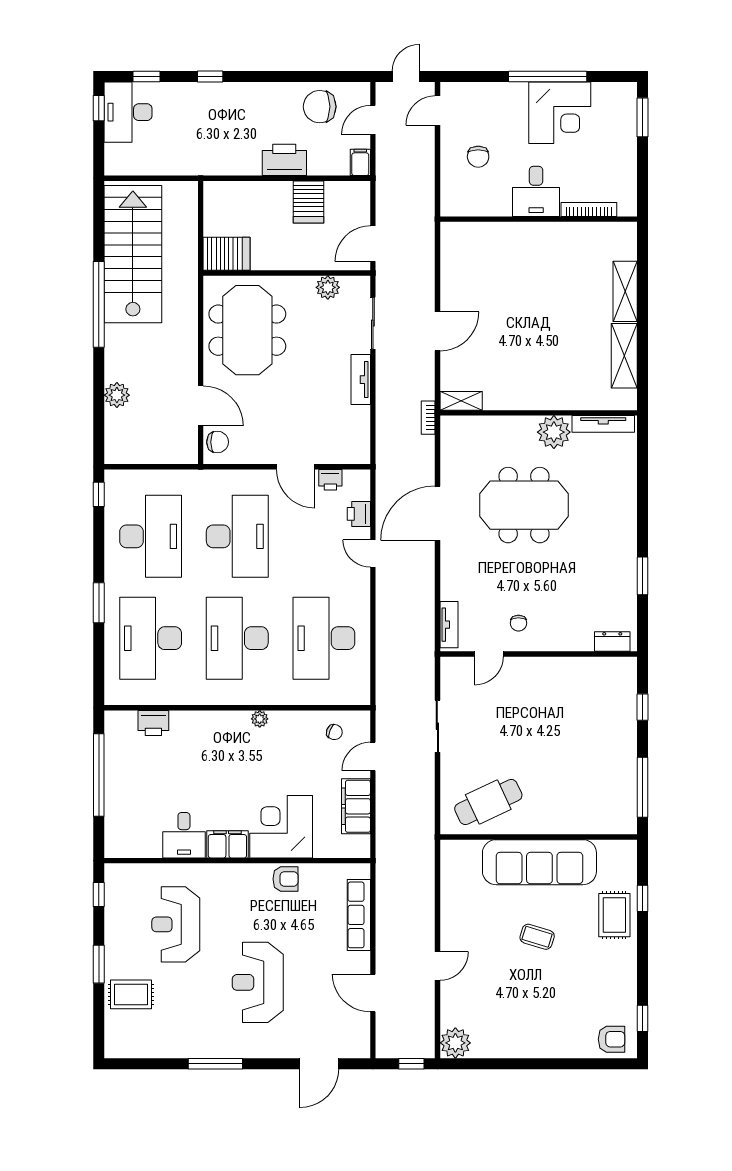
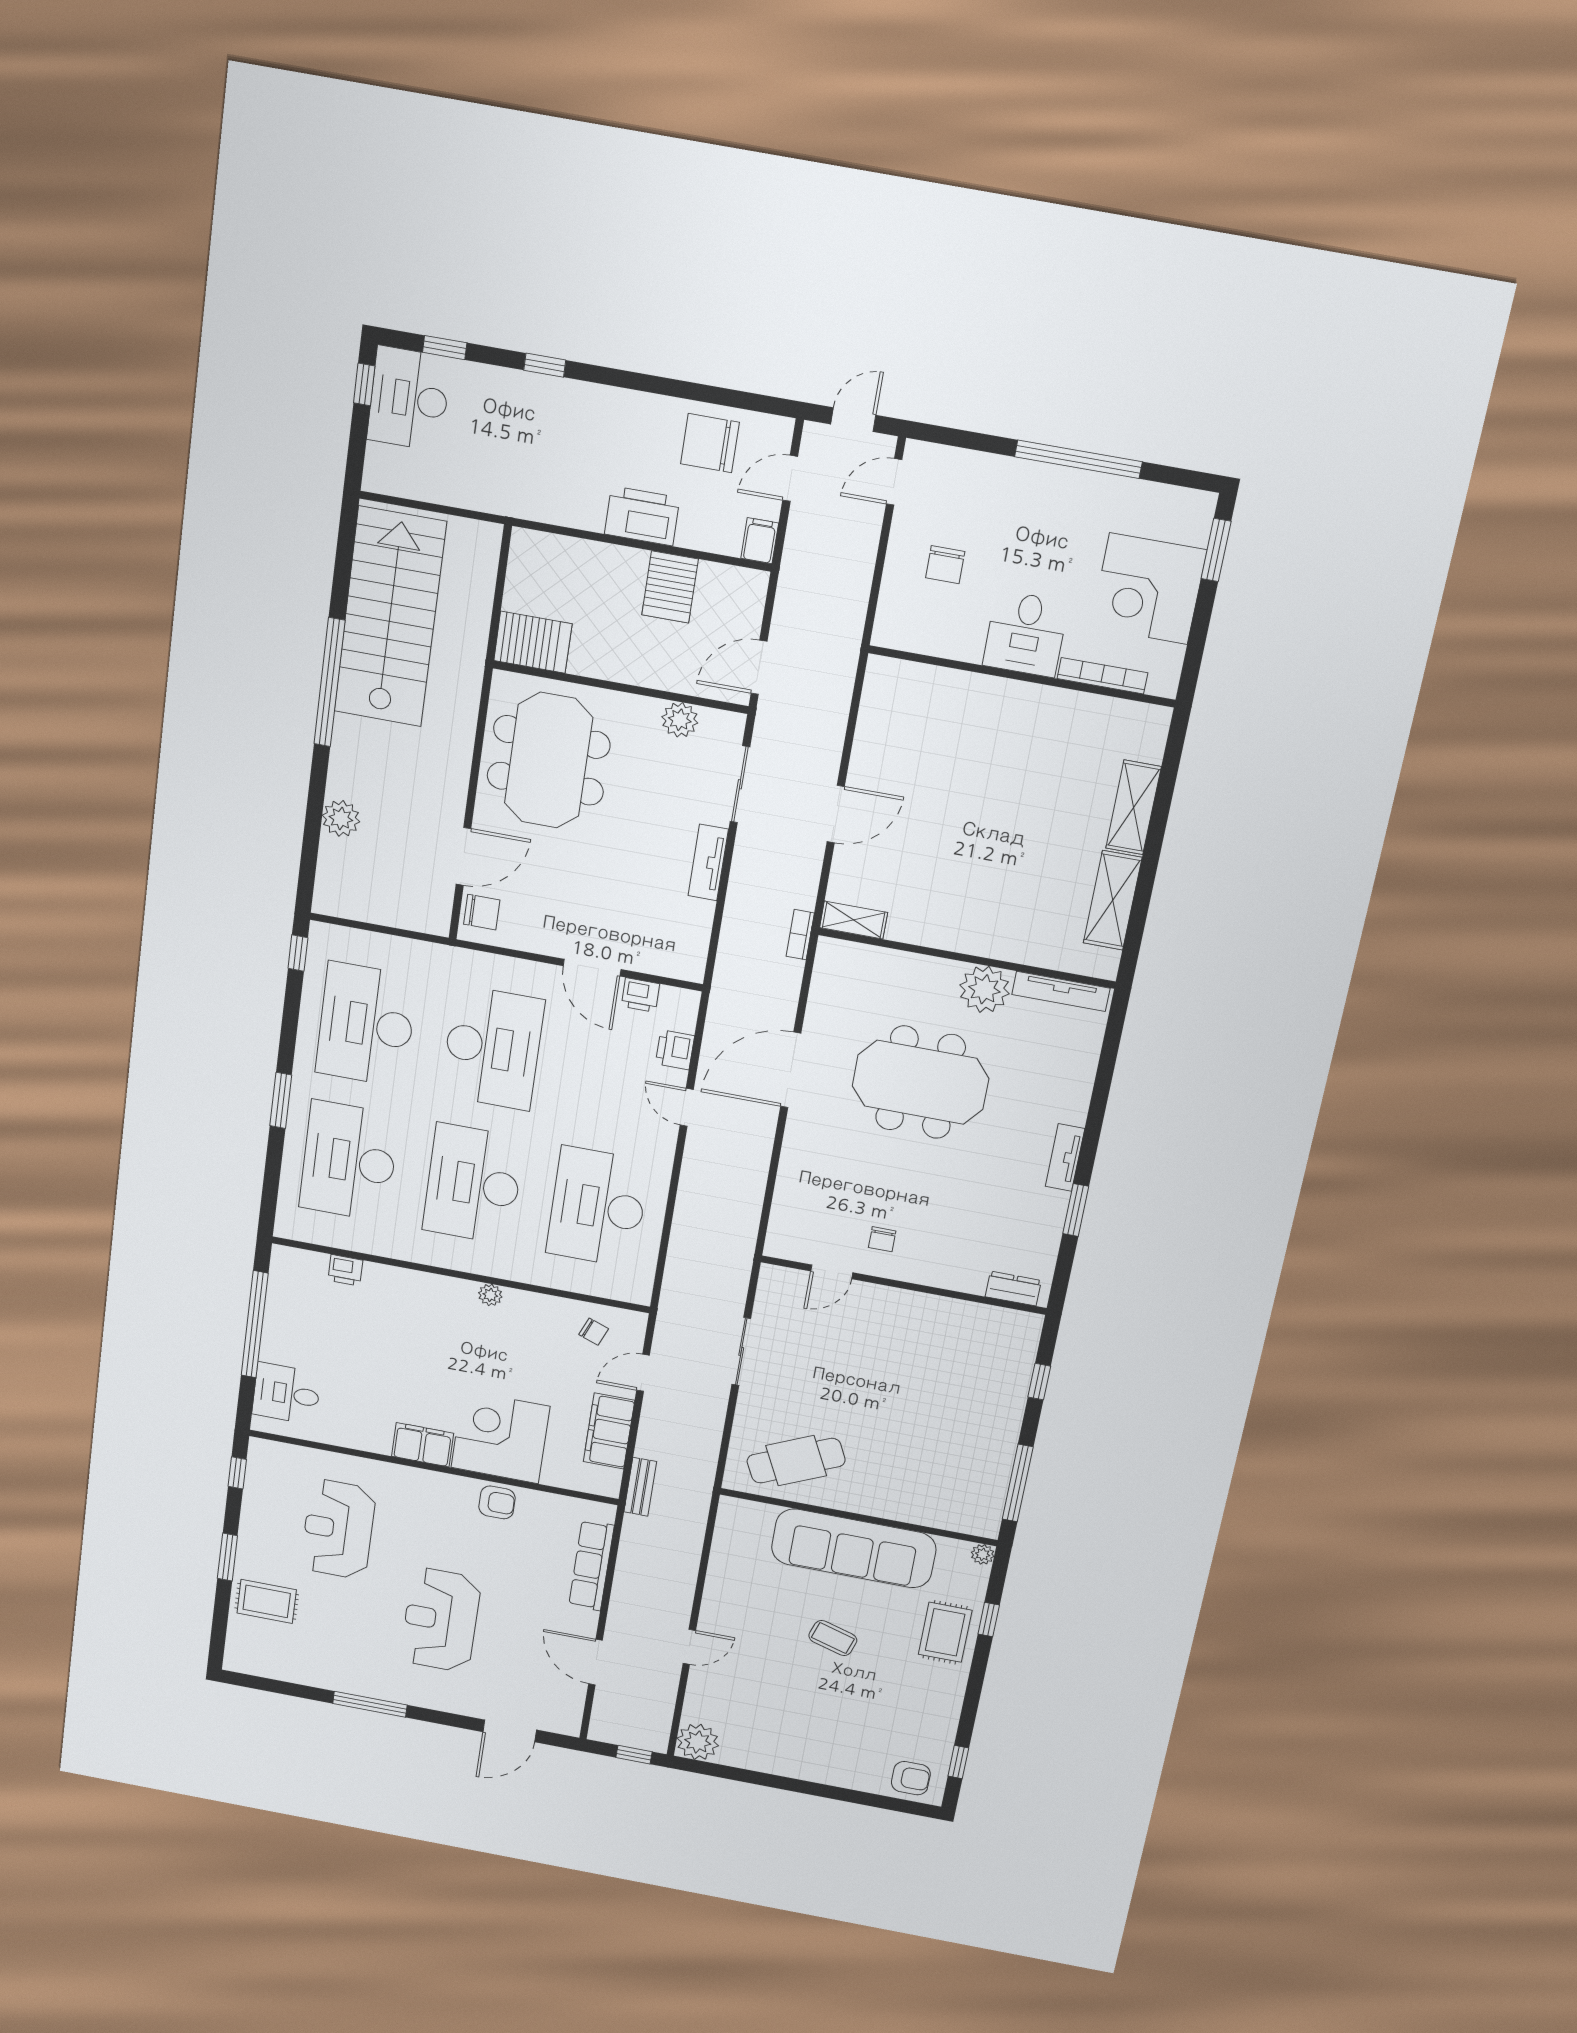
corner desk: (560, 113) -> (1149, 589), moved, turned 90
door: (201, 406) -> (464, 856), hinge flipped
desk: (151, 536) -> (366, 1025), turned 180
tv unit: (449, 625) -> (1065, 1158), moved, turned 180
printer: (153, 723) -> (345, 1270), width x0.73, depth x0.81
desk: (184, 835) -> (286, 1394), moved, turned 90
bench: (384, 845) -> (640, 1487), added
plant: (629, 848) -> (983, 1554), added

